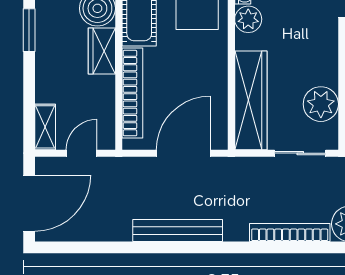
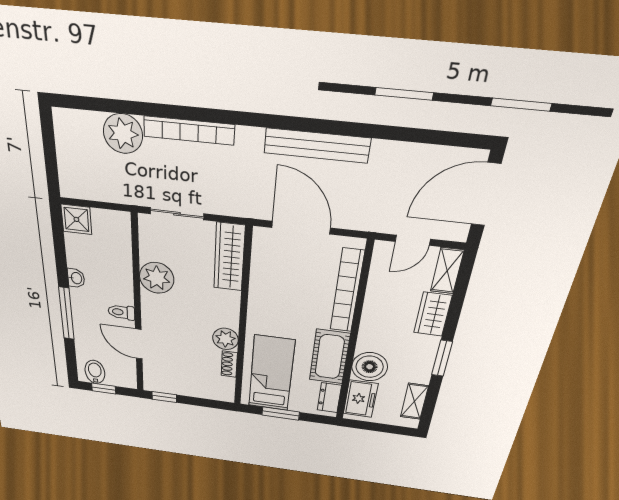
wardrobe: (102, 51) -> (433, 314), moved, turned 180
wardrobe: (251, 100) -> (229, 257), width x0.71, depth x0.85
plant: (321, 104) -> (157, 278), moved
door: (183, 153) -> (301, 228), swing flipped

